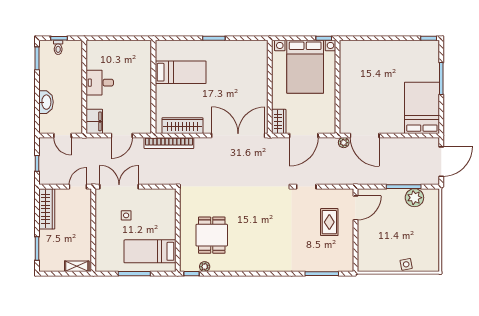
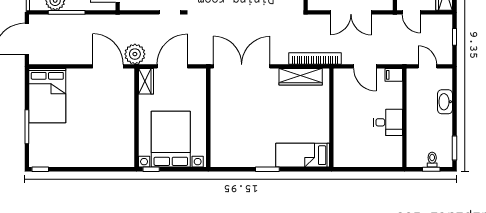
bed: (181, 72) -> (303, 155), moved
filing cabinet: (94, 121) -> (394, 75), width x0.50
wardrobe: (279, 121) -> (146, 81), moved, turned 180
door: (122, 135) -> (365, 66), swing flipped
double door: (238, 135) -> (242, 66), swing flipped
plant: (344, 143) -> (135, 54), width x1.87, depth x1.87
door: (78, 187) -> (411, 12), hinge flipped
double door: (119, 187) -> (351, 12), moved

